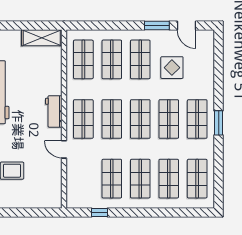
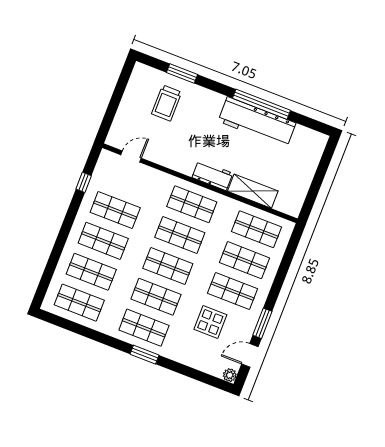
plant: (209, 35) -> (230, 375), added
shelving: (42, 38) -> (253, 191), moved, turned 90
window: (219, 123) -> (145, 355), moved
door: (64, 149) -> (131, 157), moved

